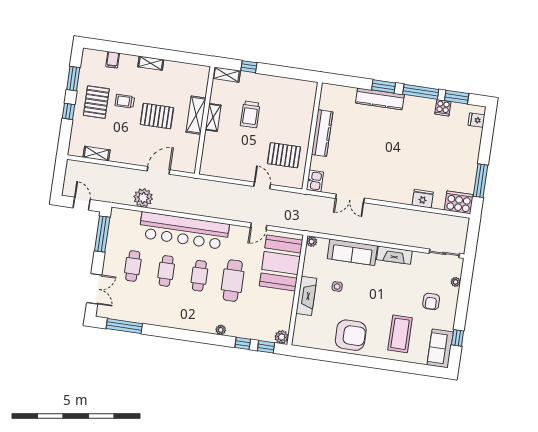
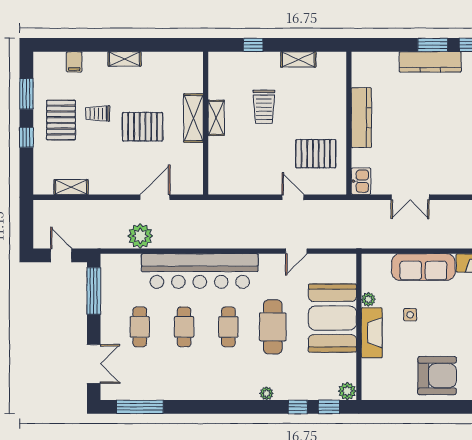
shelving: (227, 75) -> (298, 59), moved
plant: (312, 242) -> (368, 299), moved
booth: (281, 263) -> (332, 318), moved

